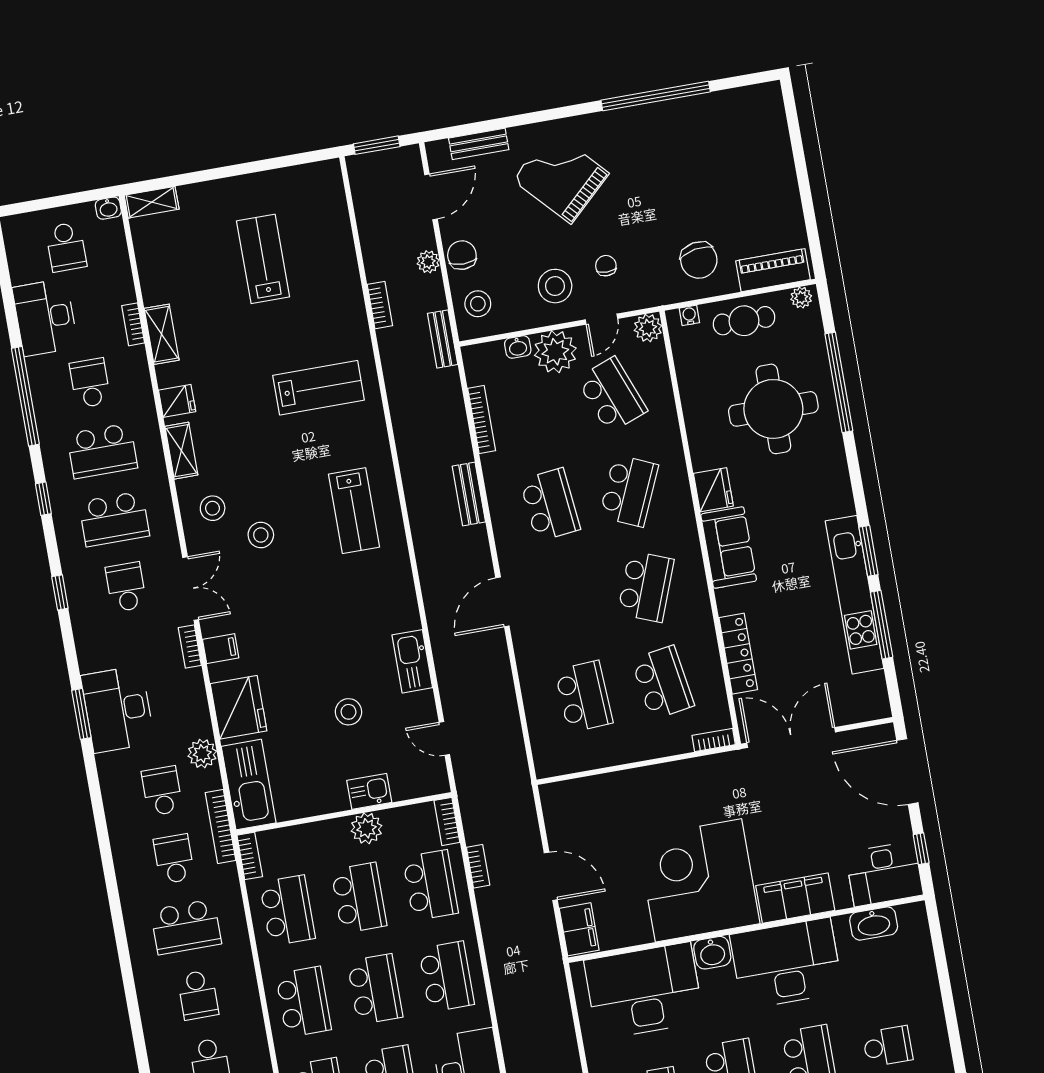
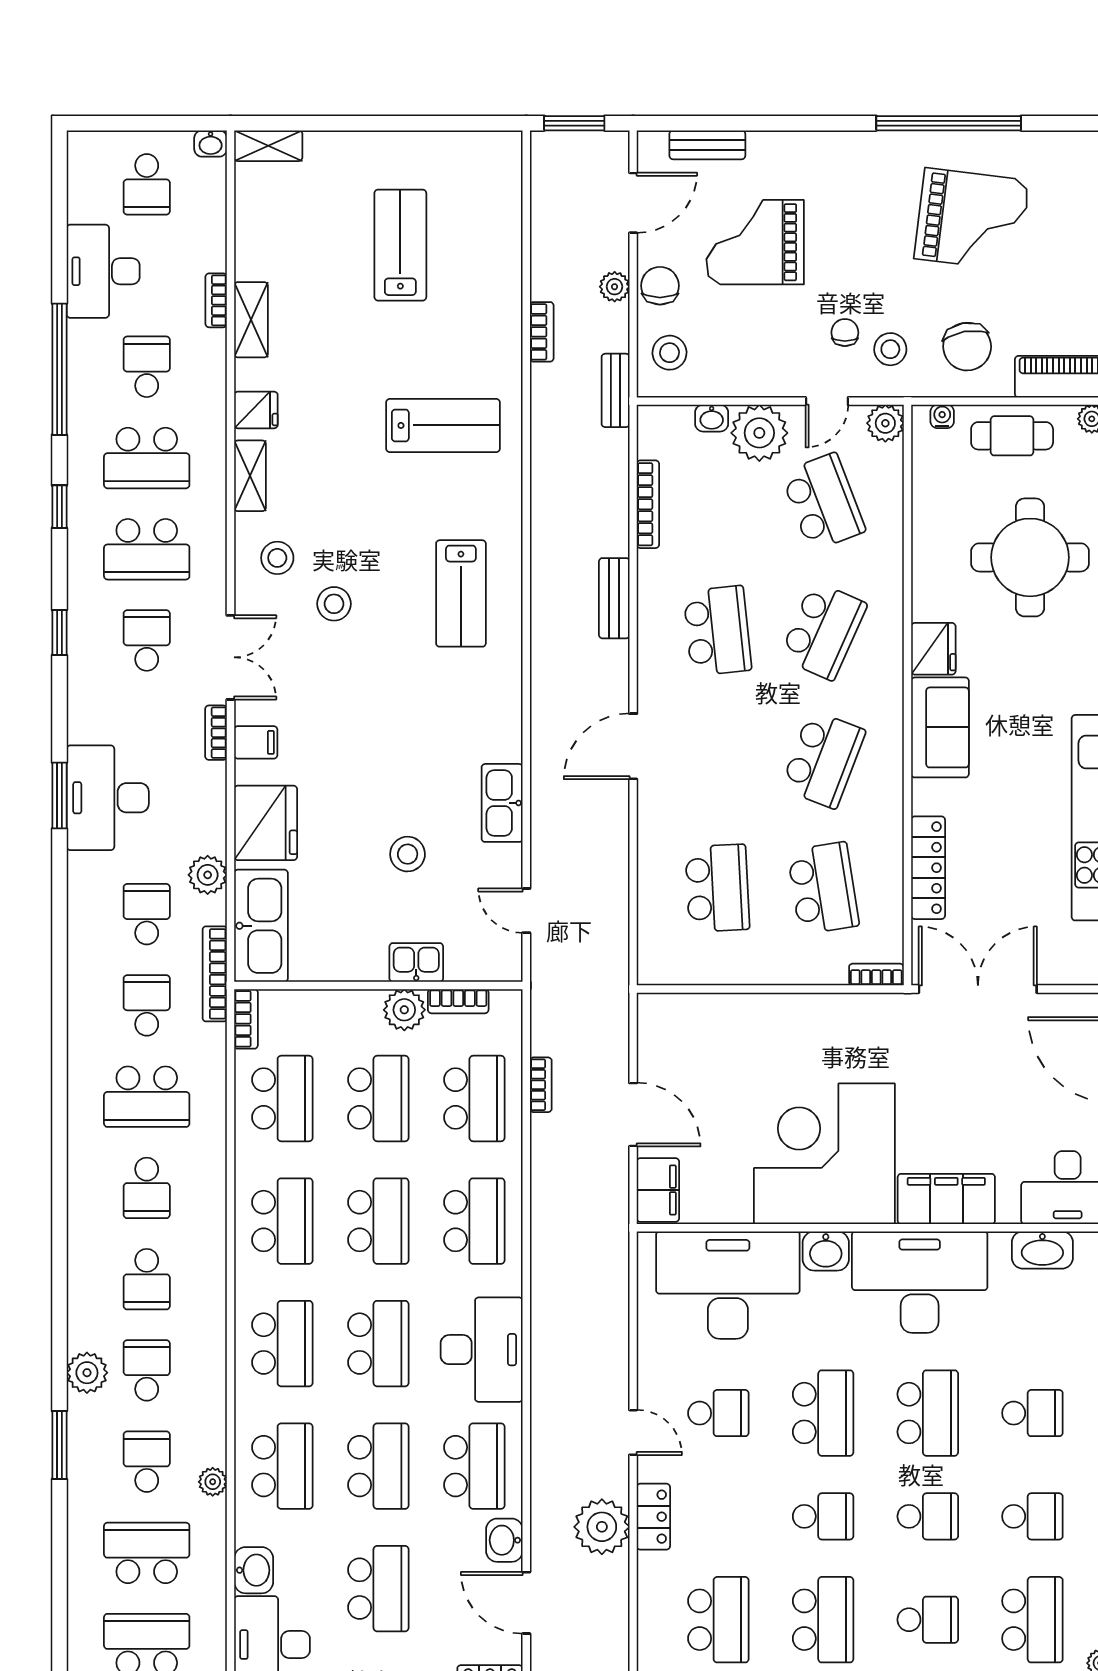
grand piano: (686, 165) -> (972, 219), added
grand piano: (561, 177) -> (755, 242), moved, turned -47
stool: (555, 286) -> (890, 349), moved, width x0.73, depth x0.73
bookcase: (447, 821) -> (458, 1001), moved, turned -90

